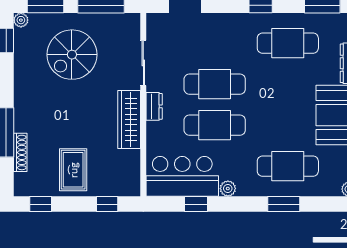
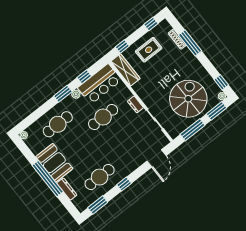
spiral stairs: (72, 55) -> (188, 99), width x1.37, depth x1.37
cafe table: (215, 84) -> (117, 135), removed
wardrobe: (129, 119) -> (125, 70), moved
rug: (73, 170) -> (149, 50), turned 90
window: (284, 204) -> (63, 94), moved

